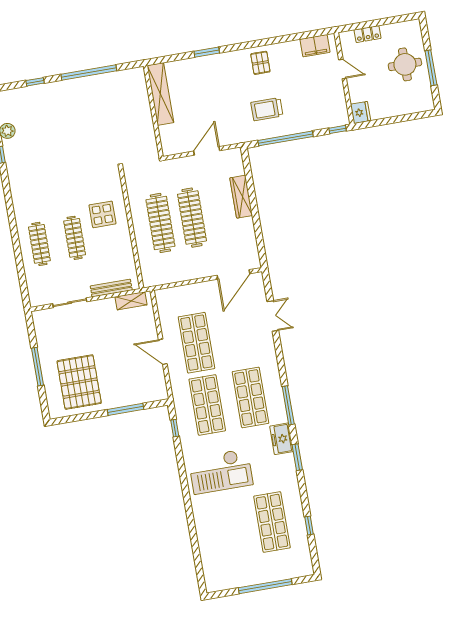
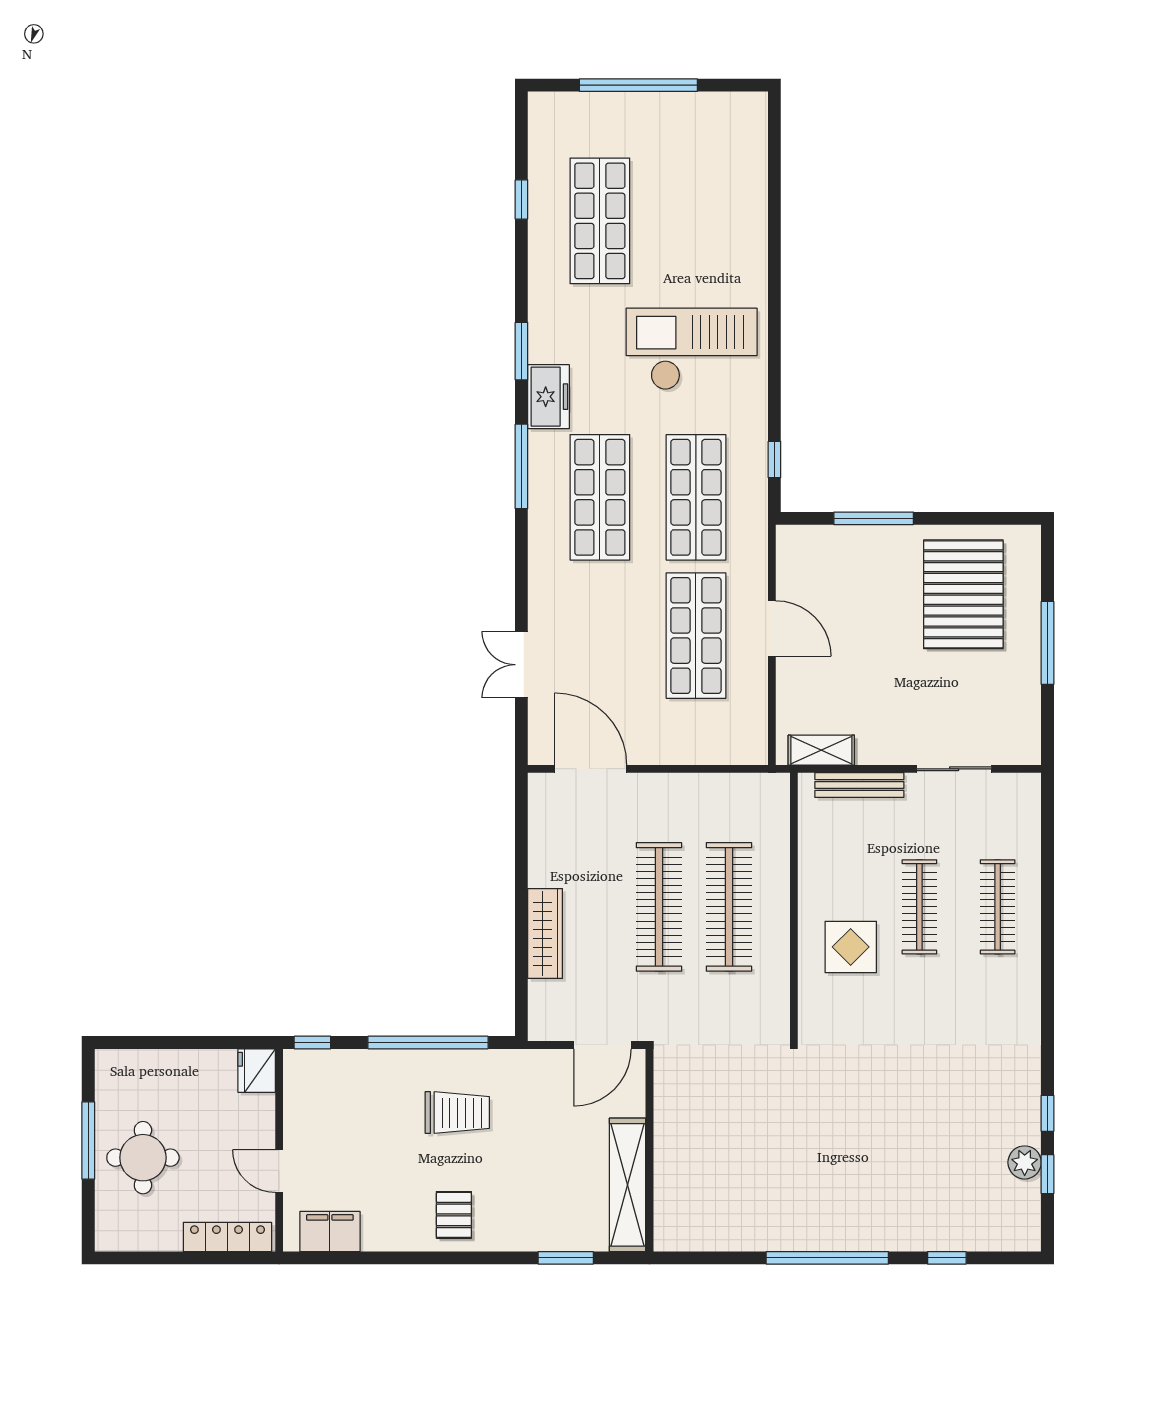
locker: (368, 34) -> (227, 1237), width x1.53
shelving: (160, 94) -> (628, 1185), moved
wall: (153, 111) -> (649, 1150), moved
door: (233, 274) -> (591, 769), hinge flipped

